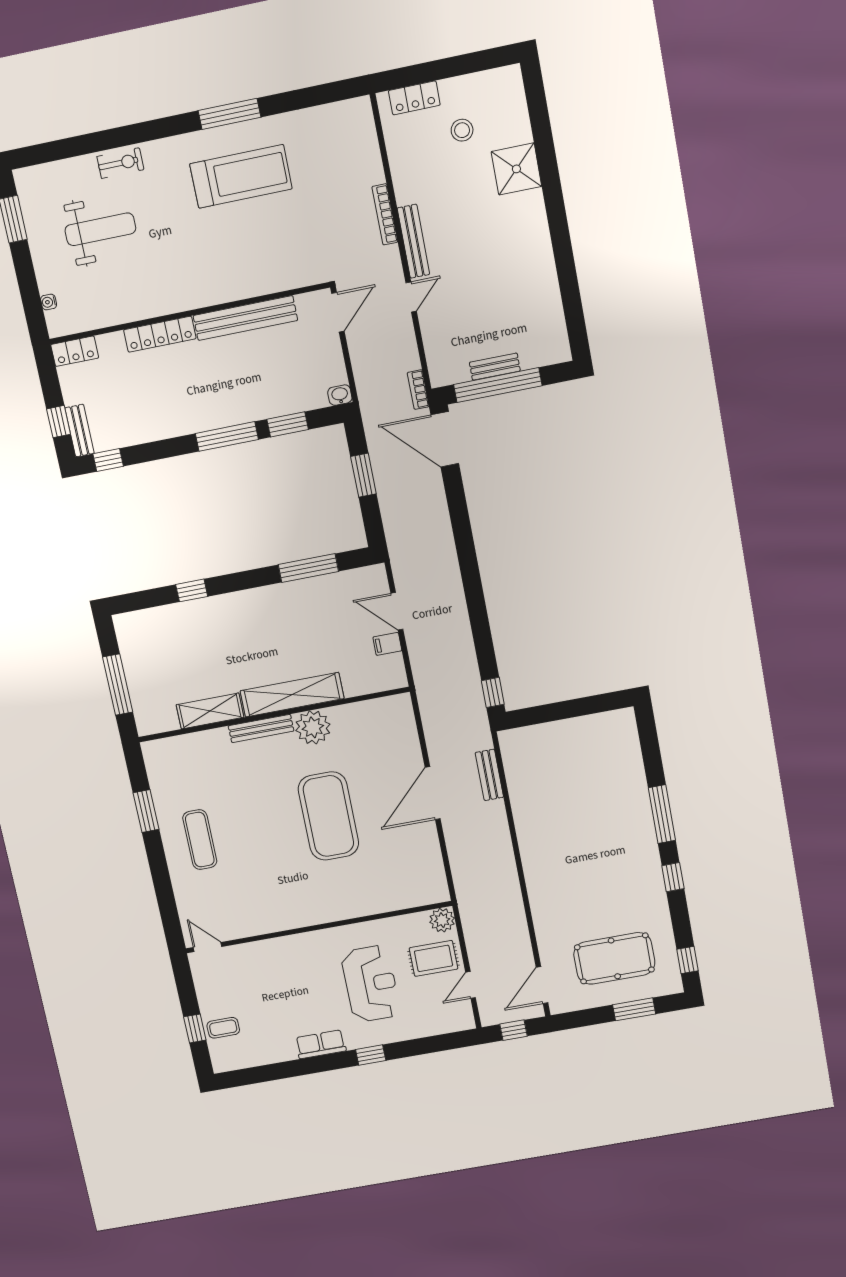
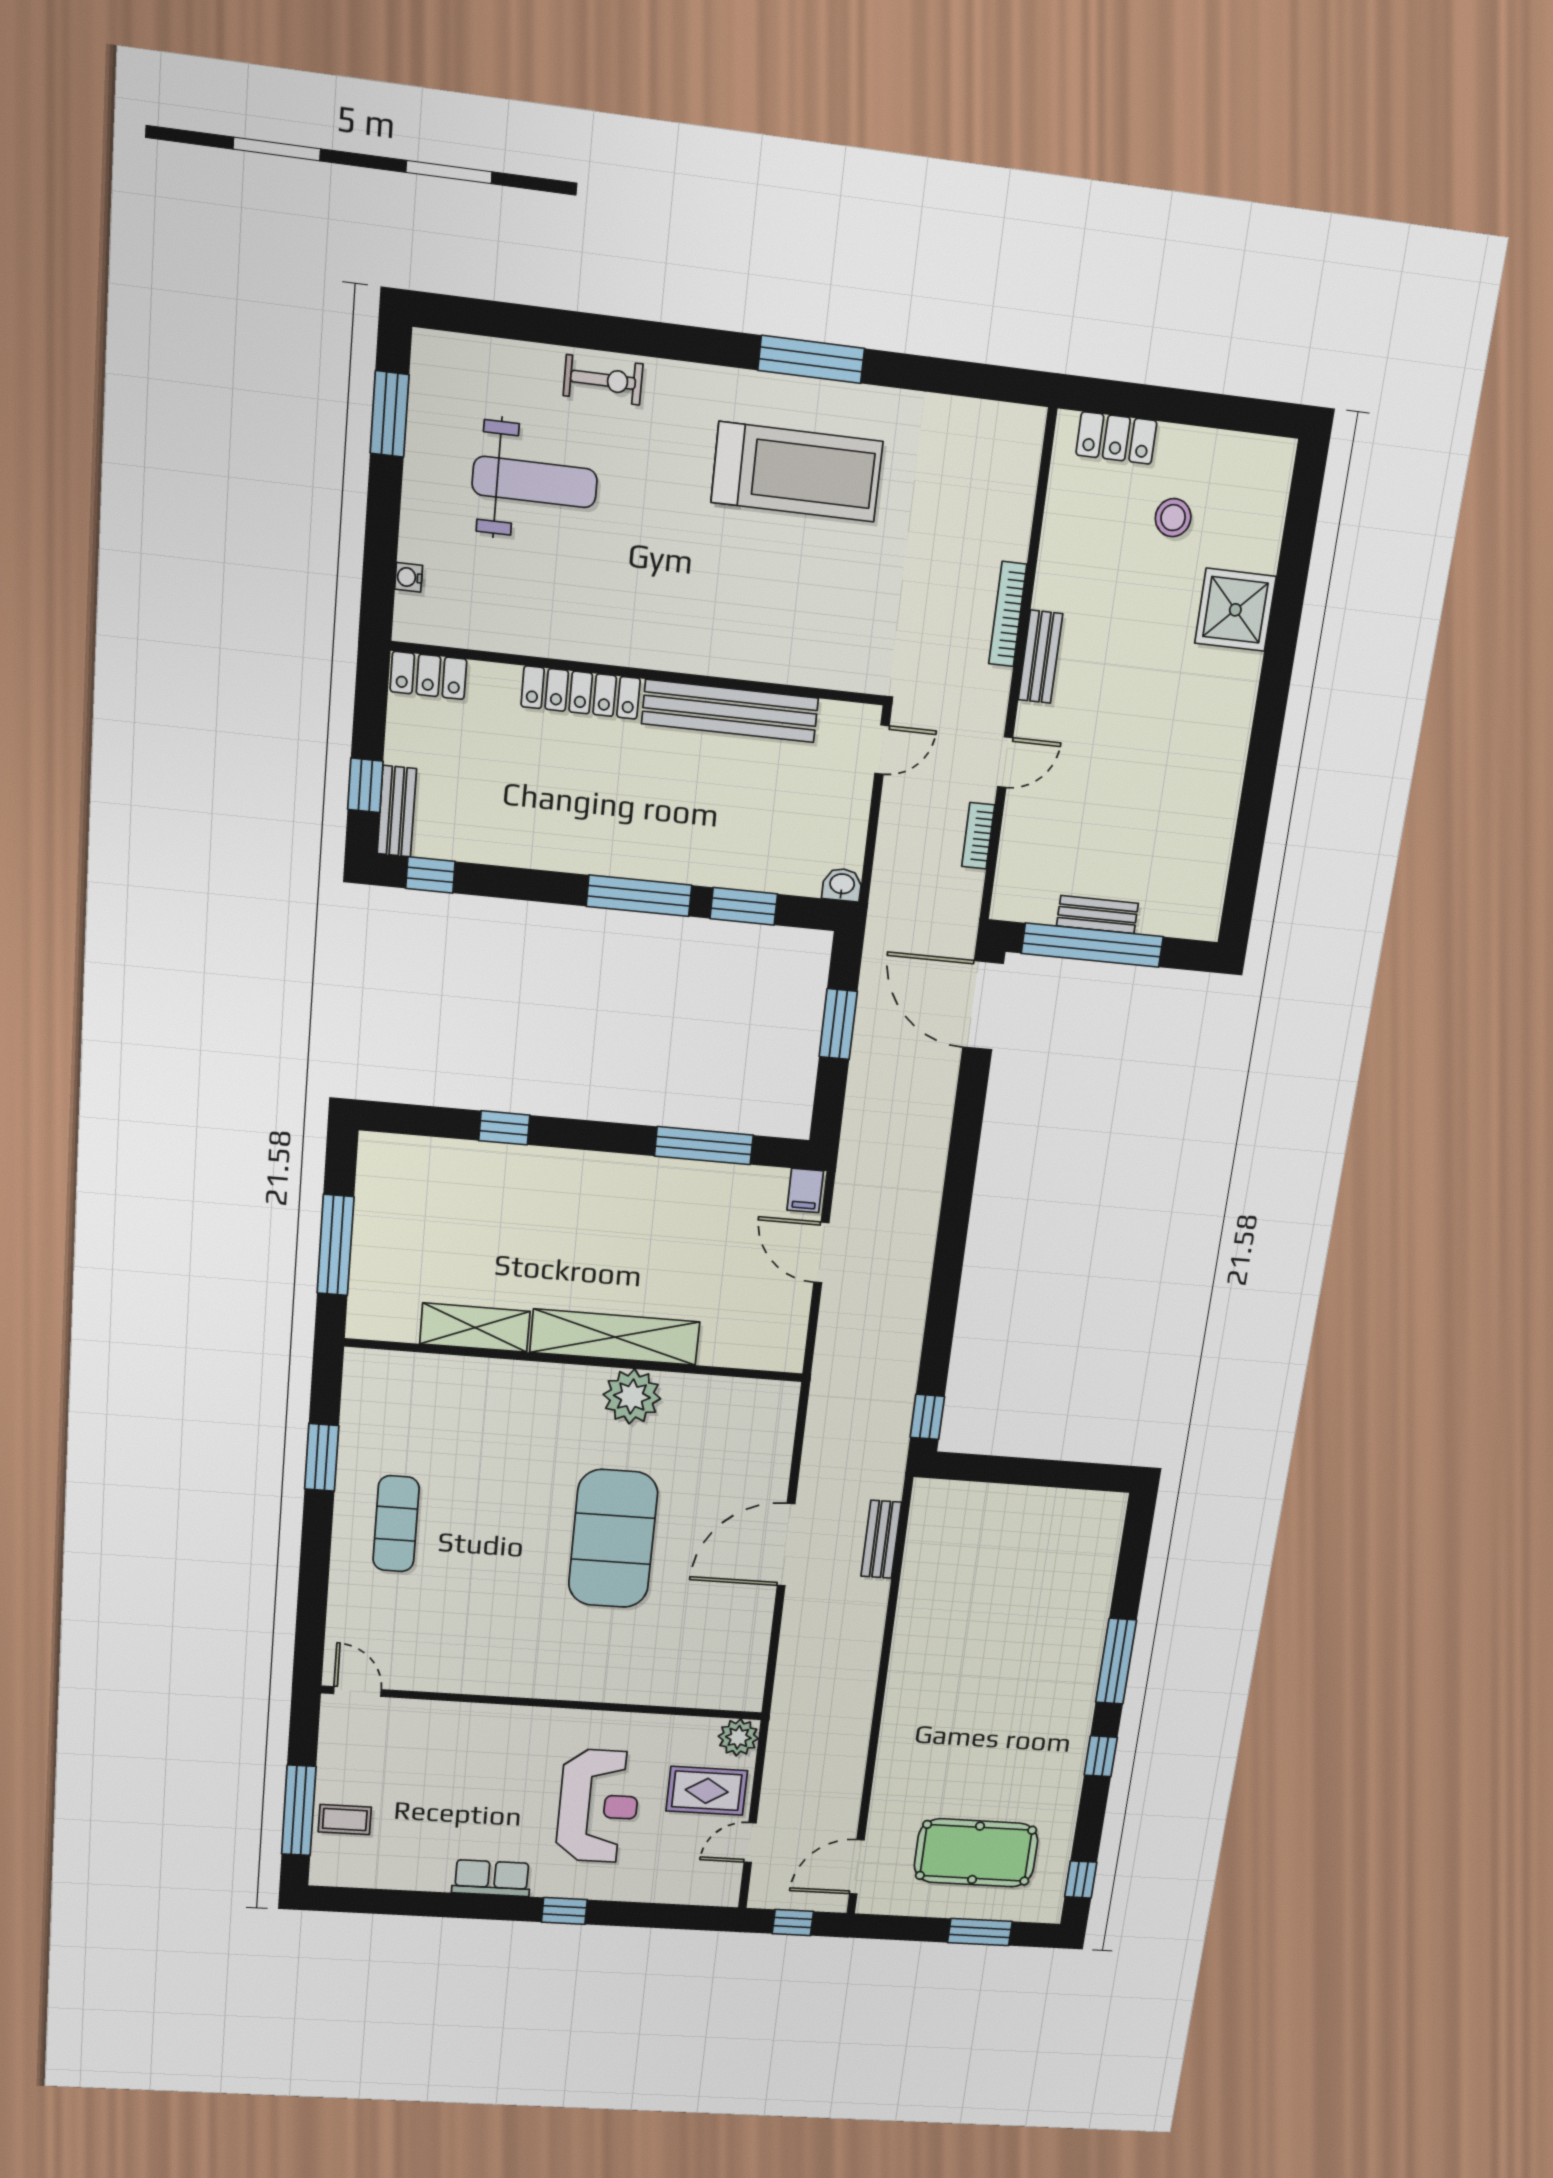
bench: (413, 241) -> (1040, 657), width x0.73
door: (338, 312) -> (882, 750), width x0.73
bookcase: (418, 390) -> (978, 836), moved
filing cabinet: (387, 644) -> (805, 1191), moved, turned -90
bench: (261, 728) -> (549, 1377), removed
window: (195, 1028) -> (299, 1810), width x2.17

